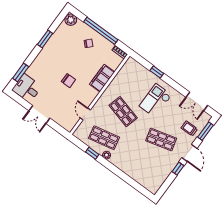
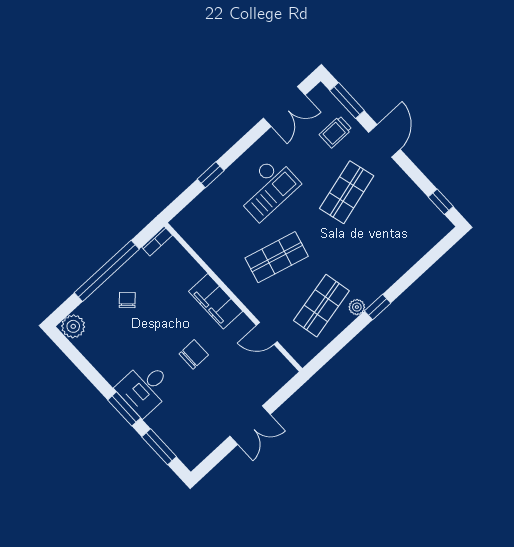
window: (45, 39) -> (124, 409), moved
filing cabinet: (102, 78) -> (216, 301), moved
desk: (27, 88) -> (145, 388), moved
checkout: (155, 101) -> (267, 189), turned -90
window: (92, 153) -> (378, 307), moved
door: (189, 153) -> (384, 141), hinge flipped
window: (178, 169) -> (441, 202), moved

